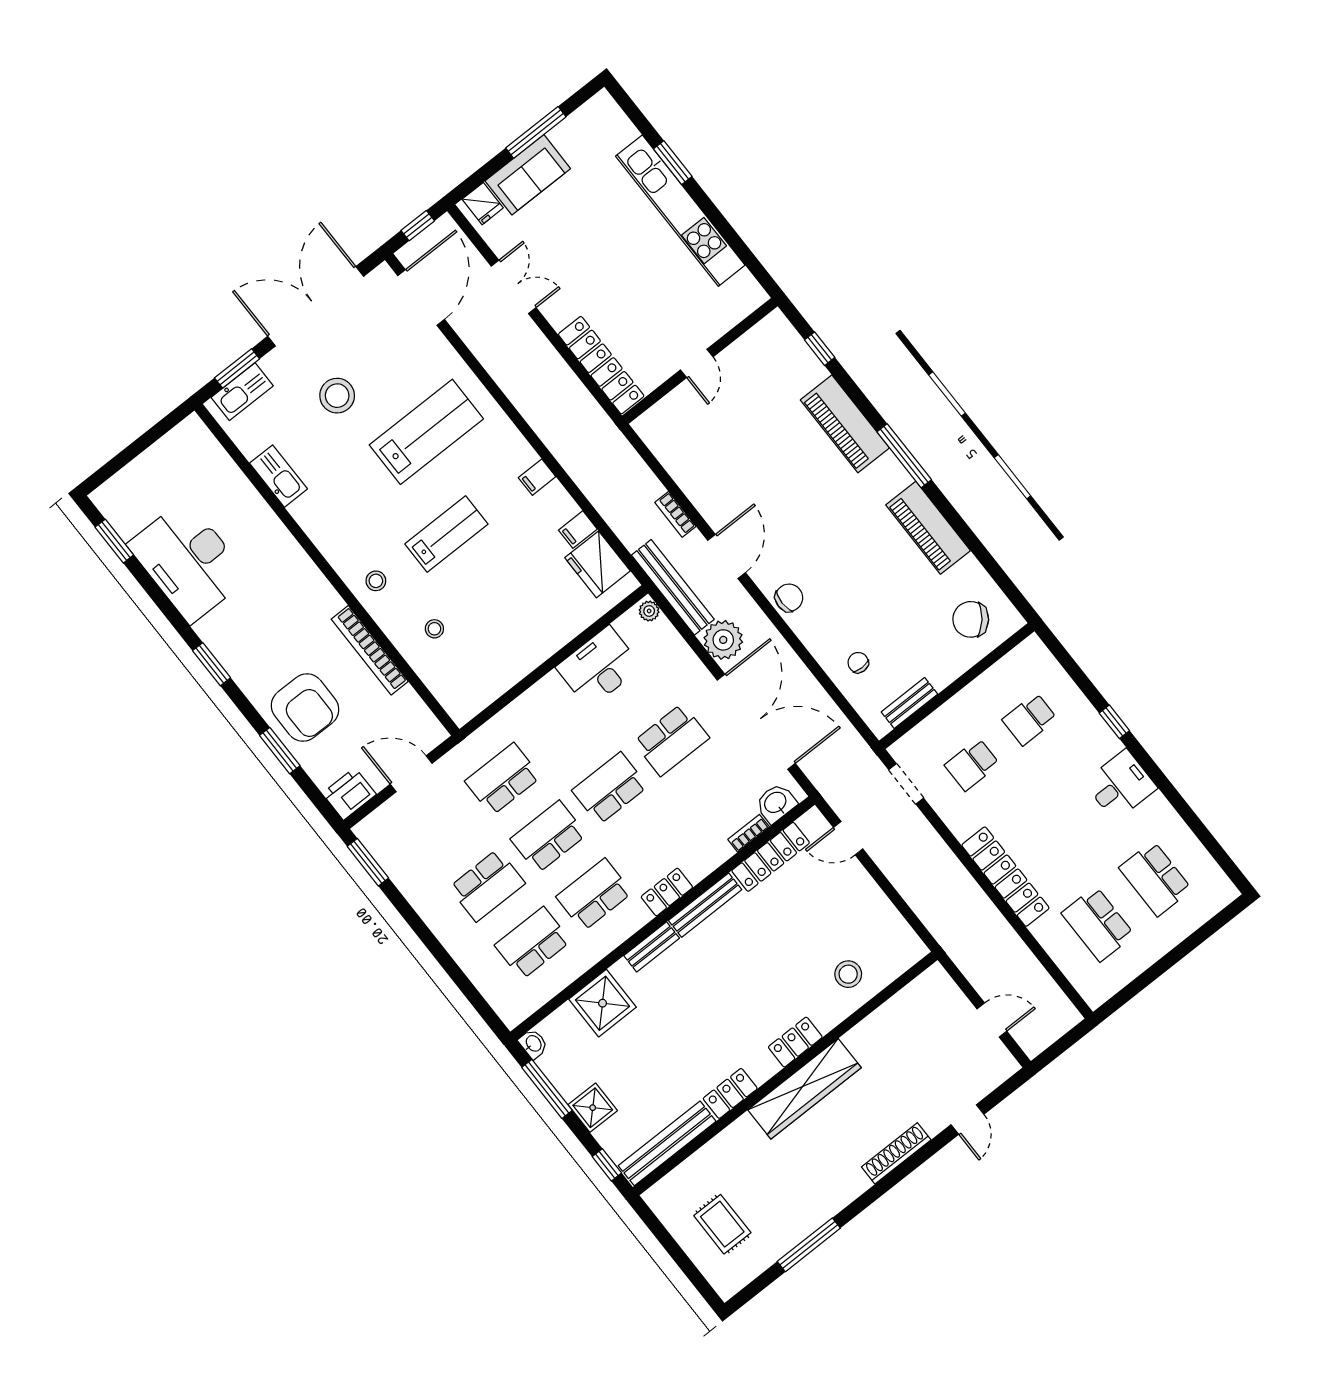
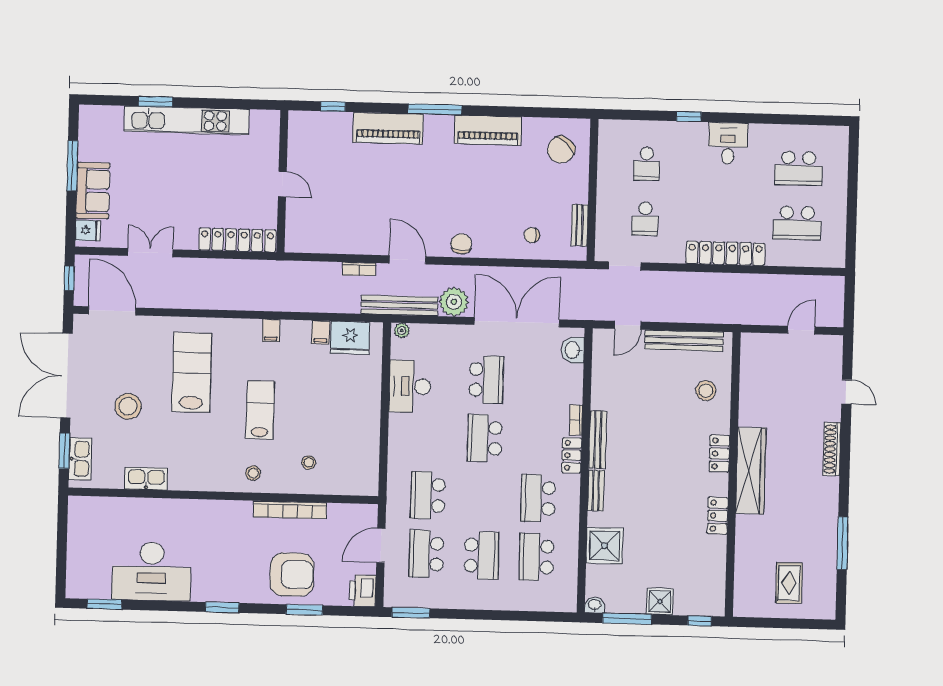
bookcase: (749, 833) -> (576, 420), moved
school desk: (548, 837) -> (426, 554), moved
locker: (771, 857) -> (601, 379), removed
bench: (667, 1143) -> (684, 341), moved, turned 90
rug: (722, 1224) -> (789, 583), turned 90

